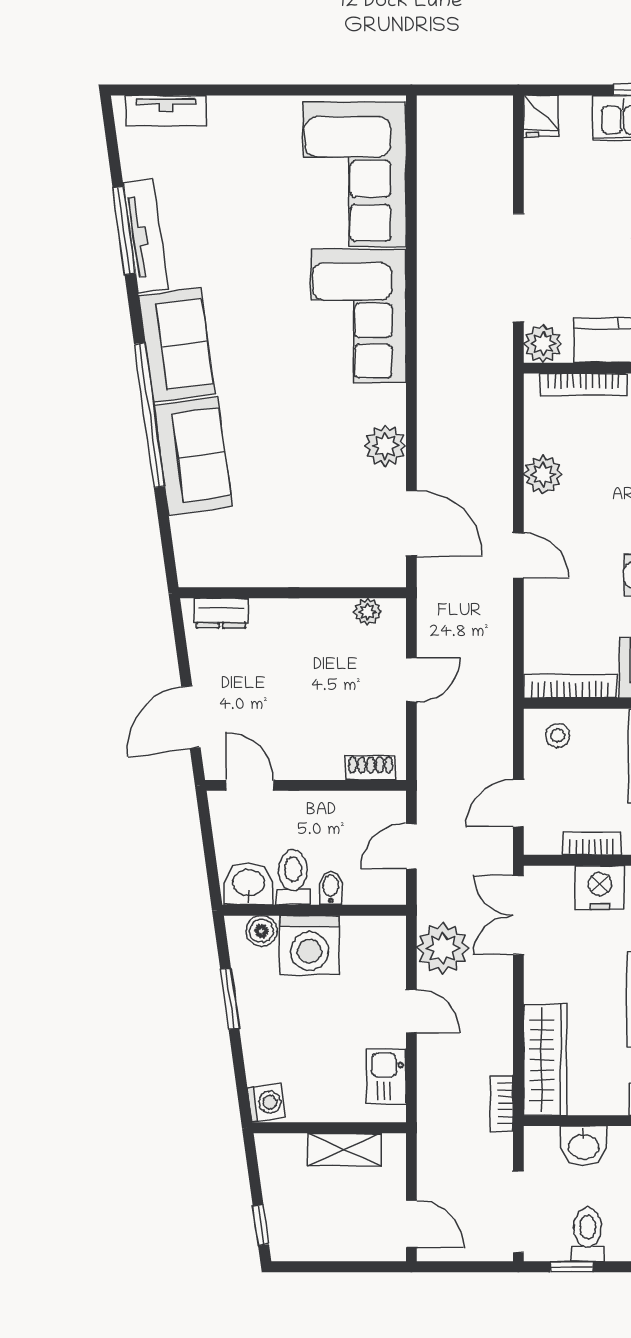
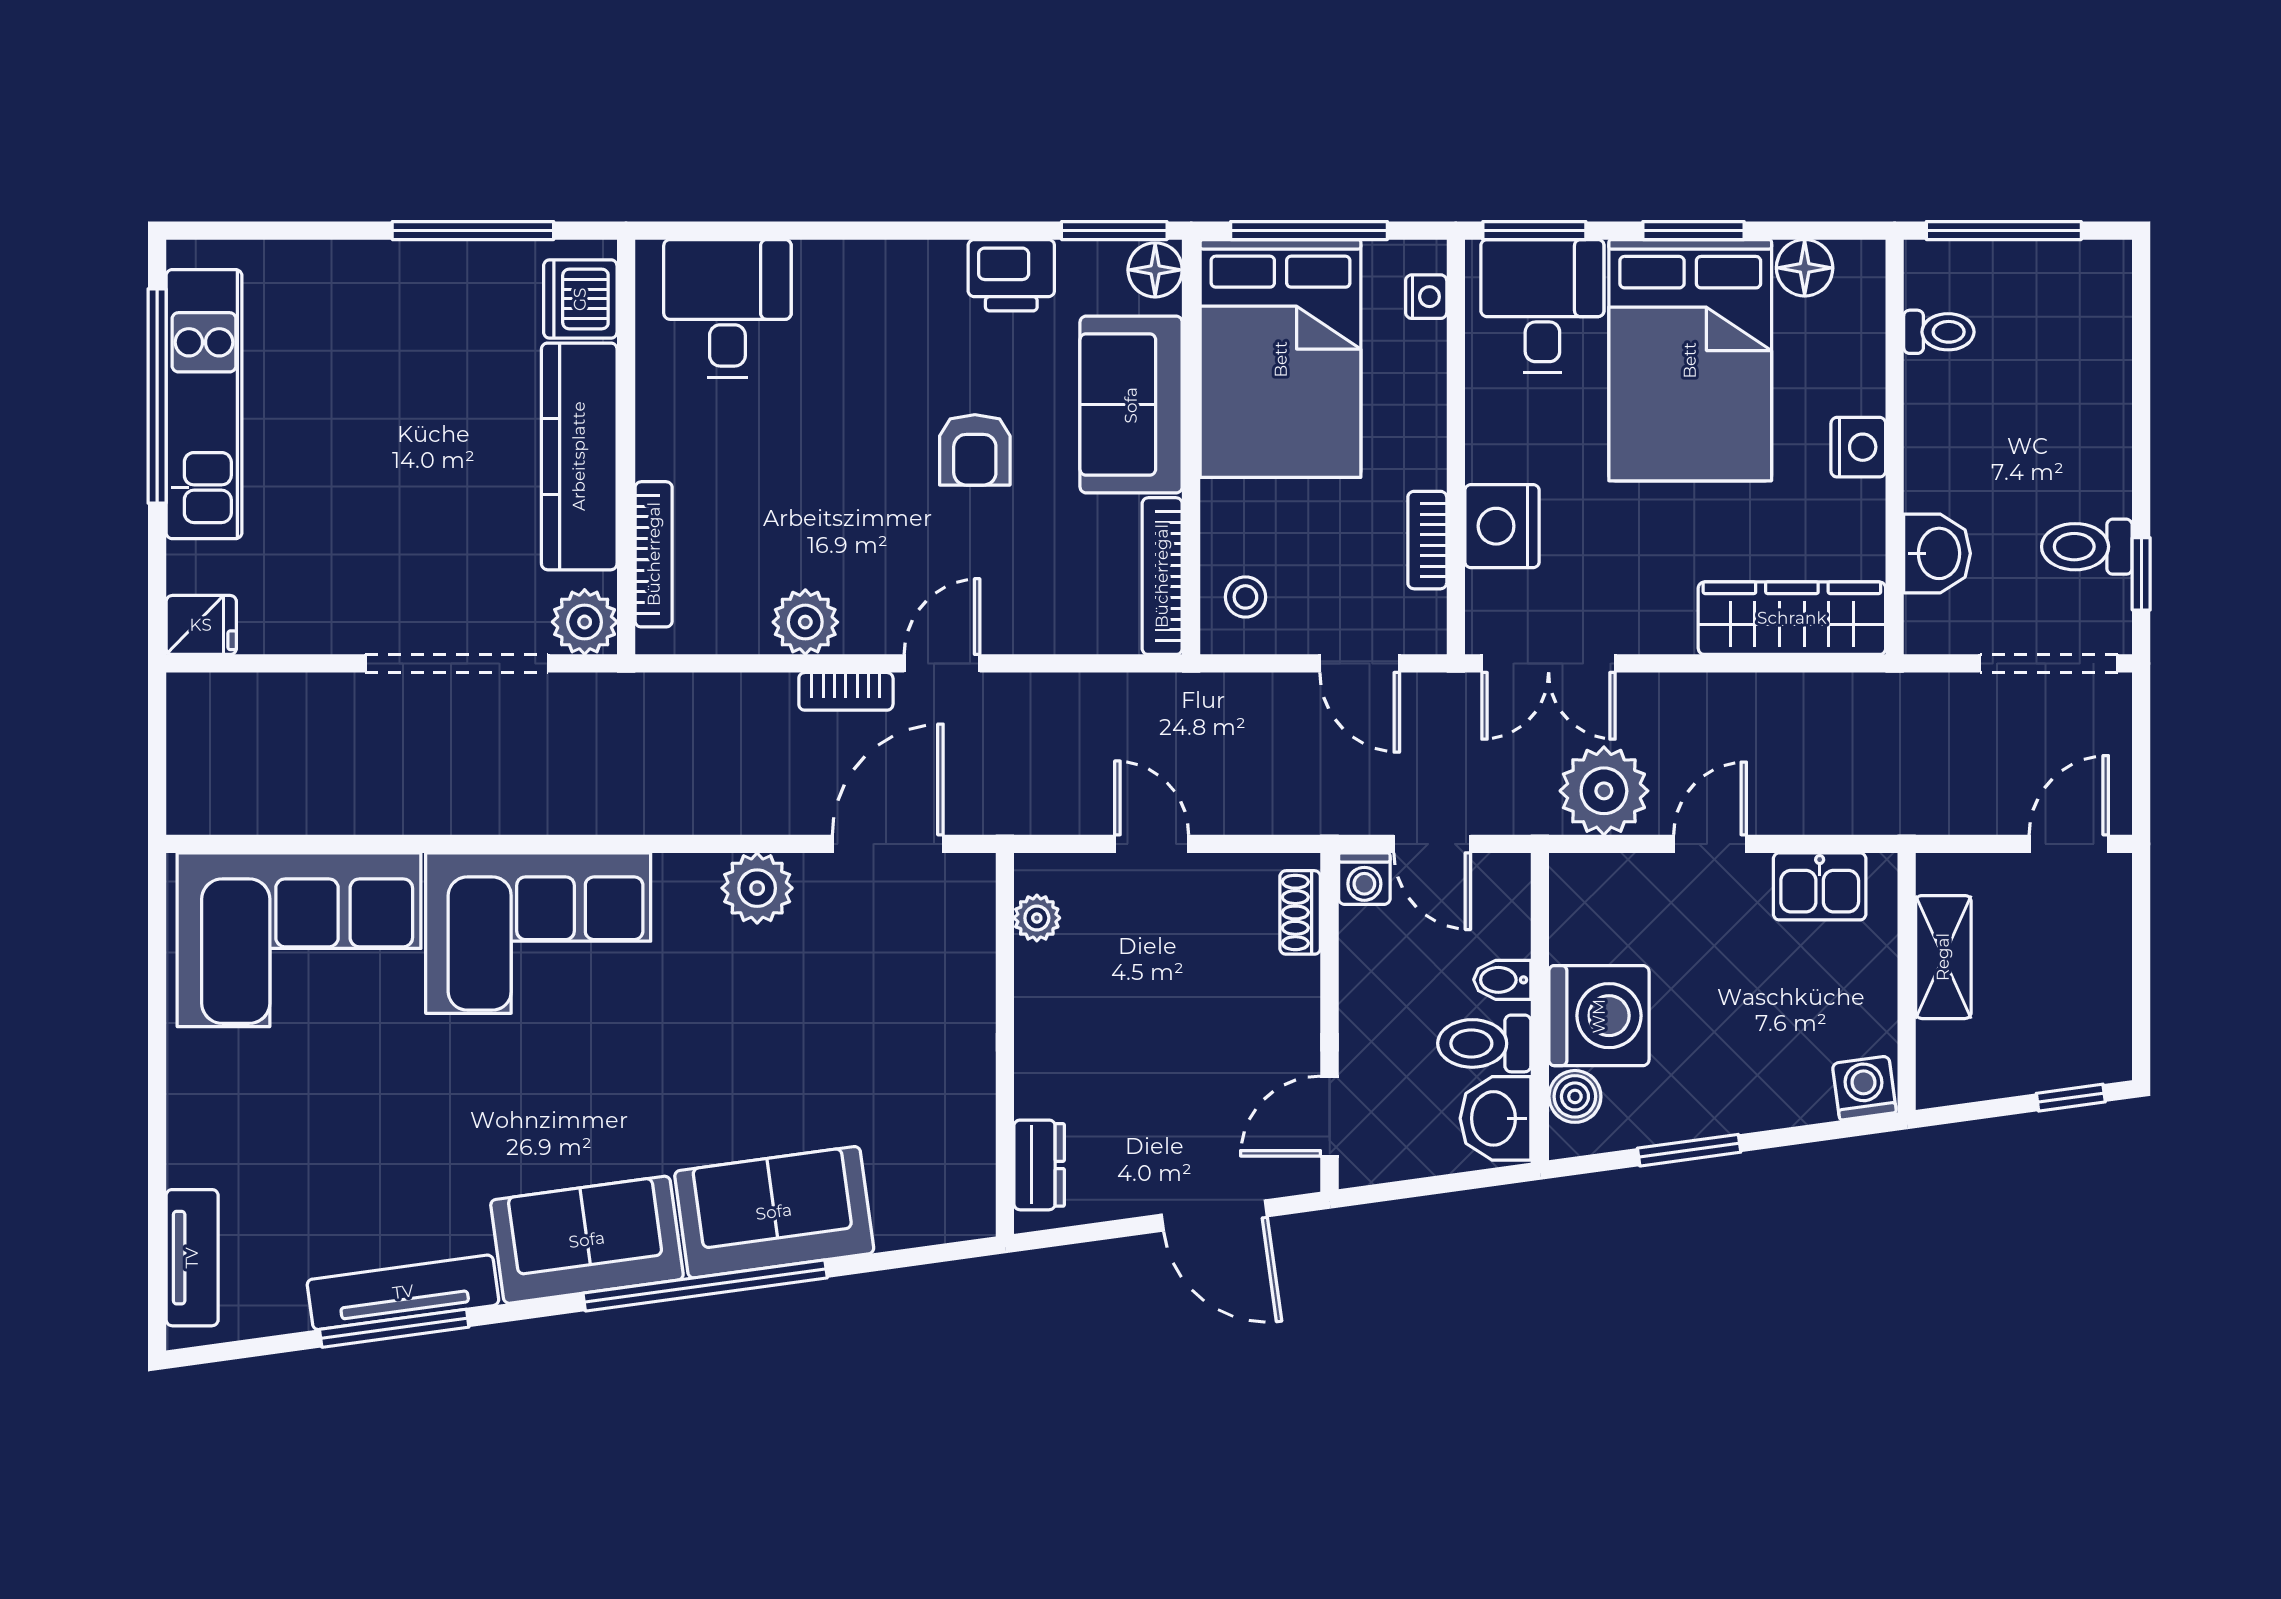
washing machine: (391, 806) -> (1364, 879), added
bookcase: (502, 1103) -> (846, 691), moved

